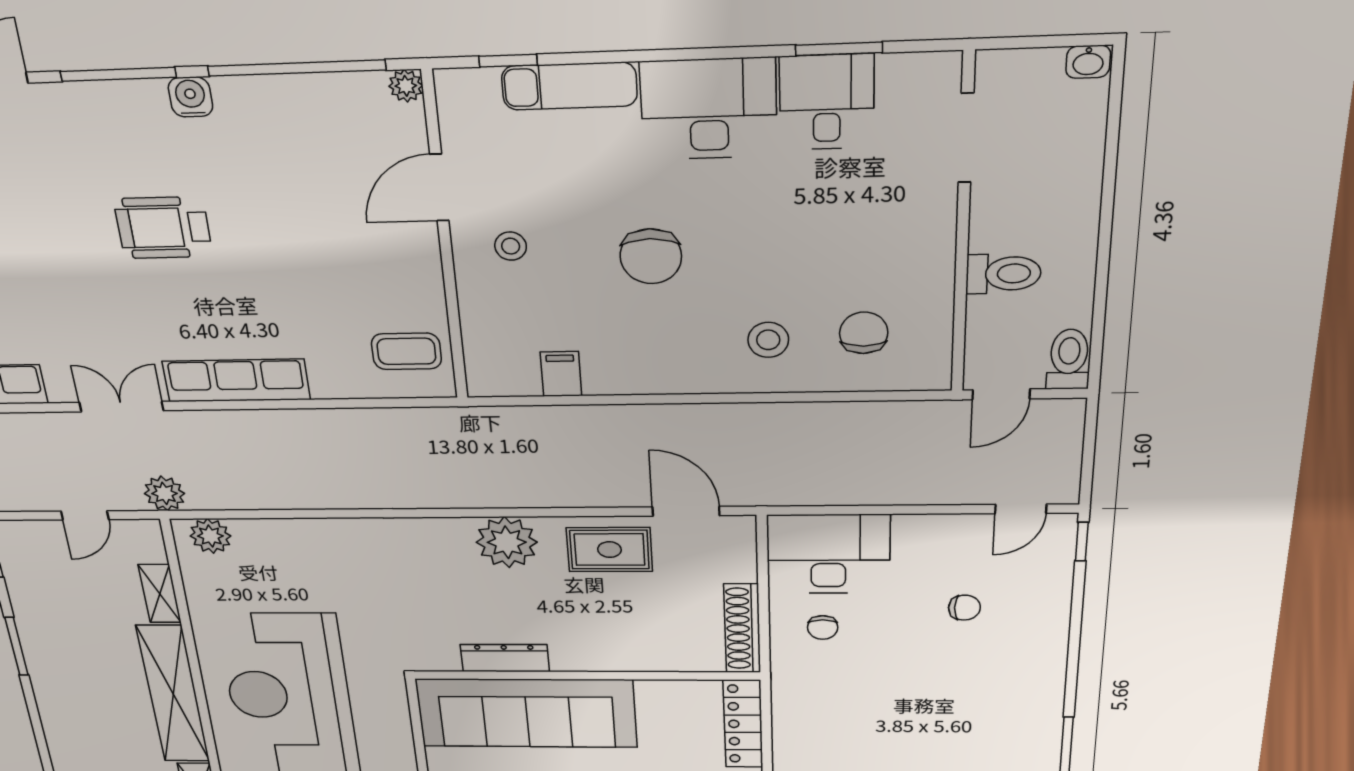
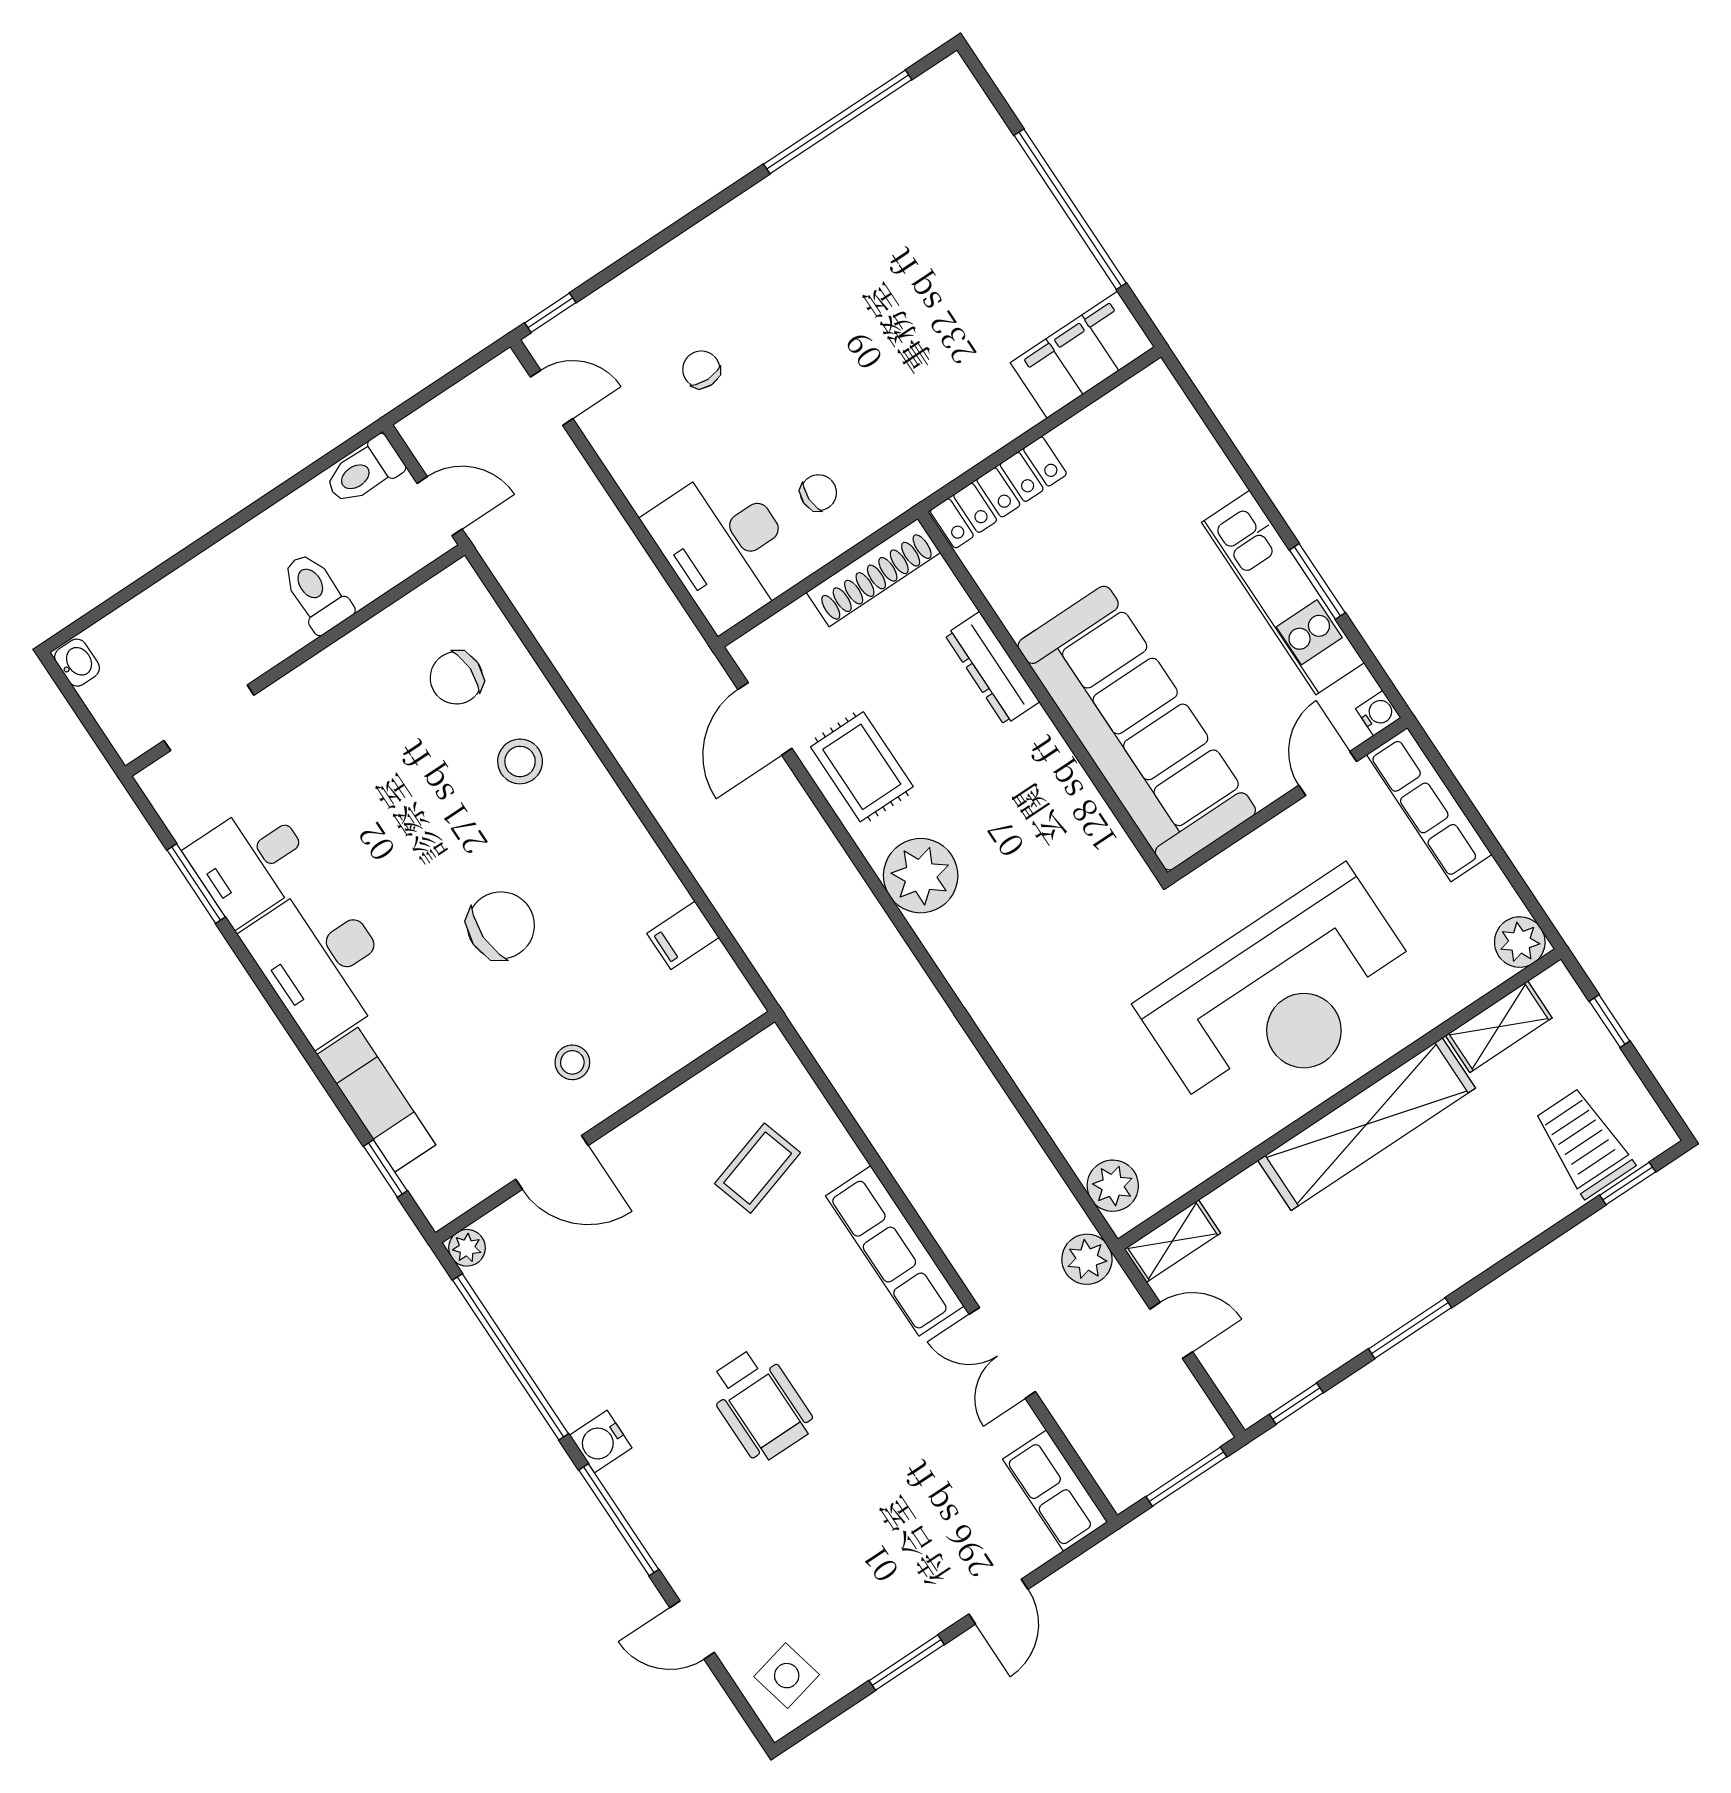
coffee table: (406, 351) -> (758, 1168), moved, turned 73
shelving: (160, 594) -> (1172, 1241), moved
dresser: (505, 658) -> (992, 668), moved

